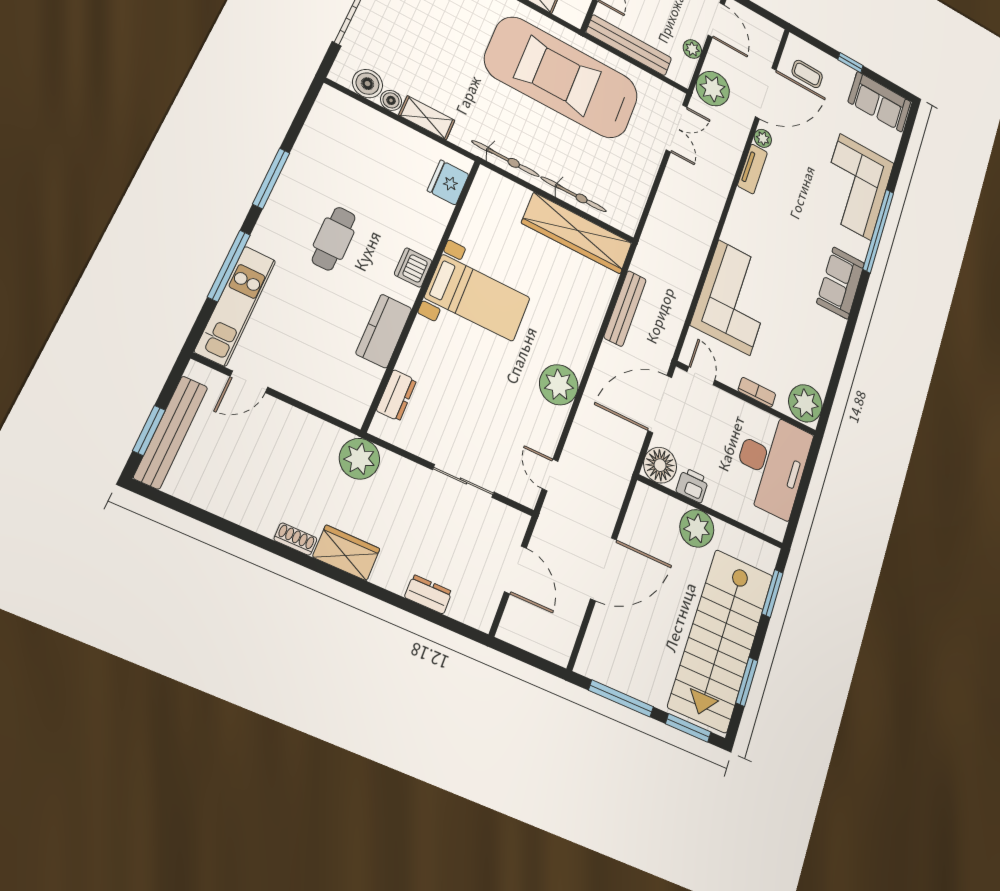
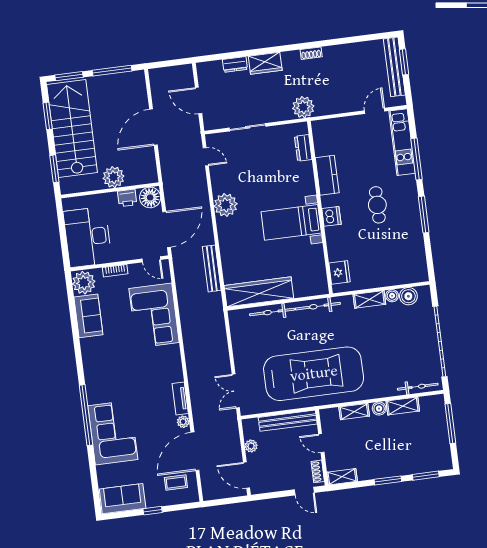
plant: (713, 89) -> (227, 431), removed
sofa: (841, 283) -> (88, 316), moved
wardrobe: (346, 553) -> (265, 63), moved

